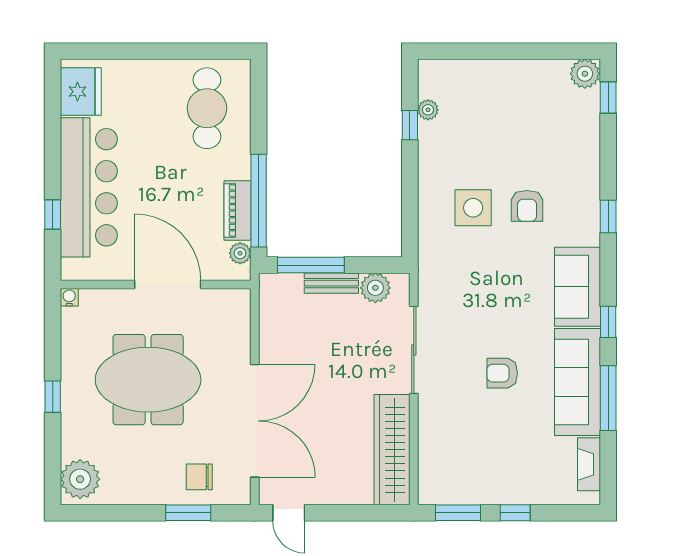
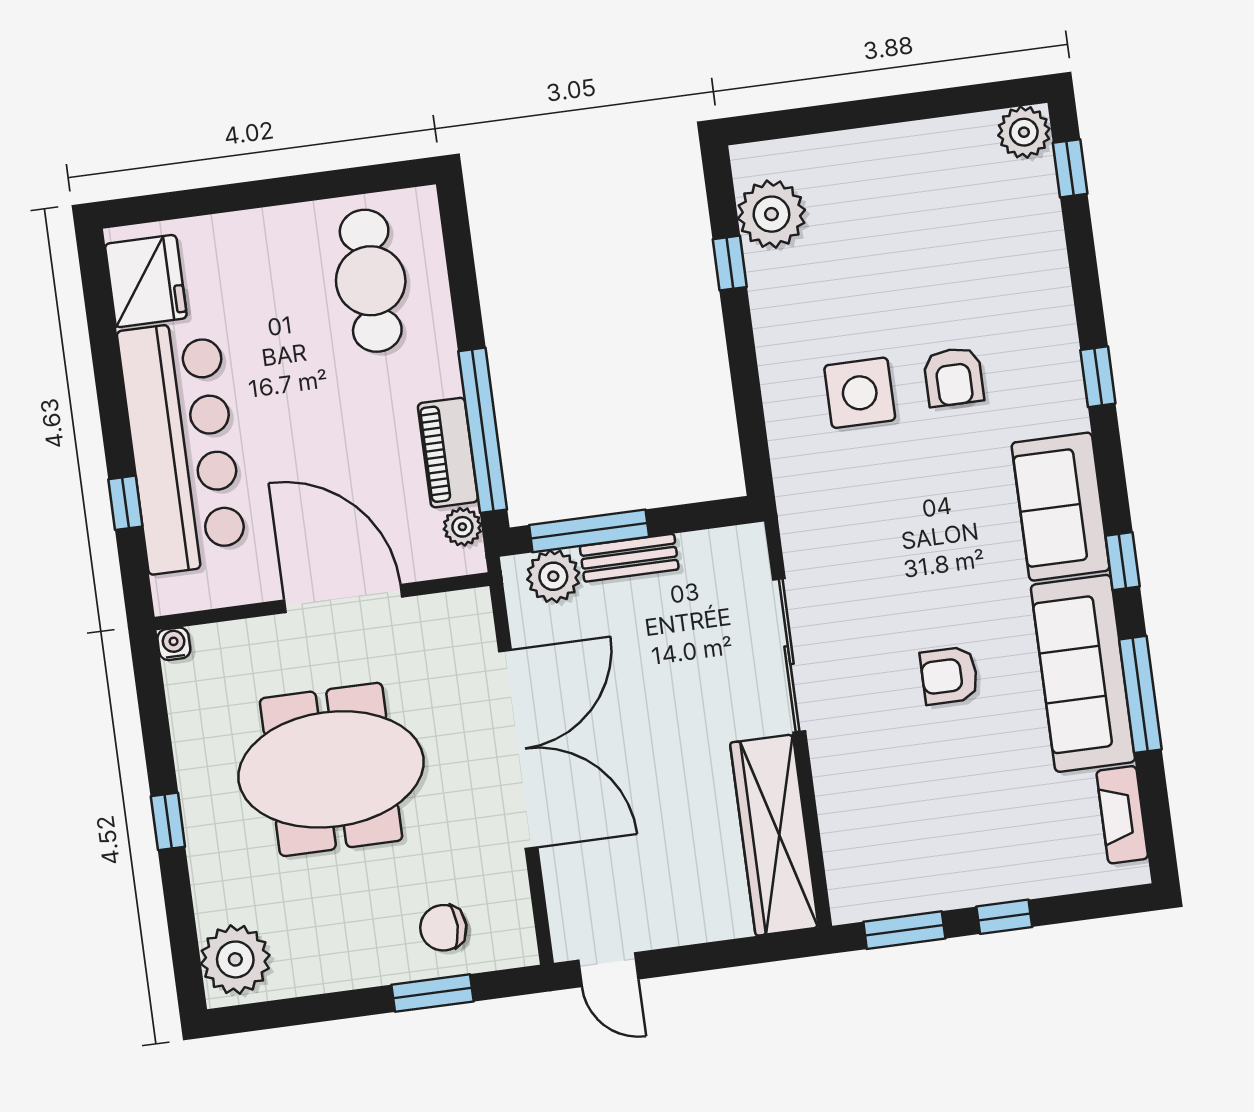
plant: (428, 110) -> (771, 214), width x1.88, depth x1.88
plant: (375, 288) -> (553, 576), moved
double door: (255, 421) -> (518, 749), moved

